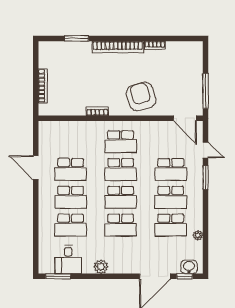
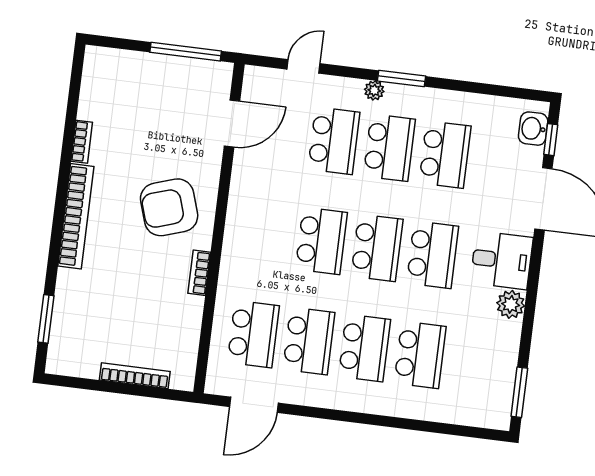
window: (76, 39) -> (46, 319), moved
armchair: (141, 97) -> (169, 207), moved
door: (185, 118) -> (232, 124), moved
school desk: (121, 142) -> (253, 334), moved
door: (36, 167) -> (254, 405), moved
window: (206, 178) -> (402, 79), moved
plant: (198, 235) -> (374, 90), moved
desk: (68, 260) -> (502, 260), moved

